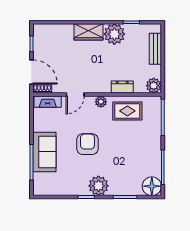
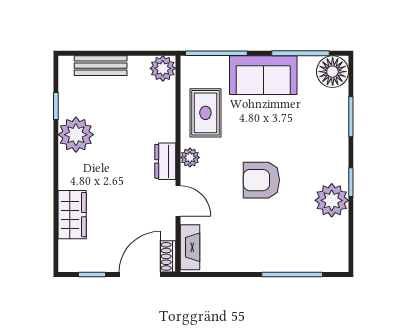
wardrobe: (88, 32) -> (72, 215), moved
dresser: (122, 87) -> (165, 161), moved
sofa: (44, 152) -> (263, 75), moved, turned 180
plant: (98, 186) -> (332, 200), moved

